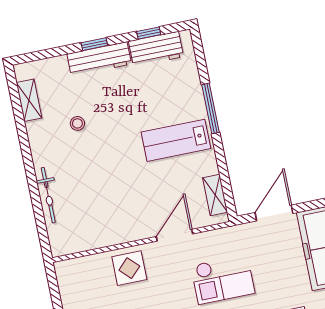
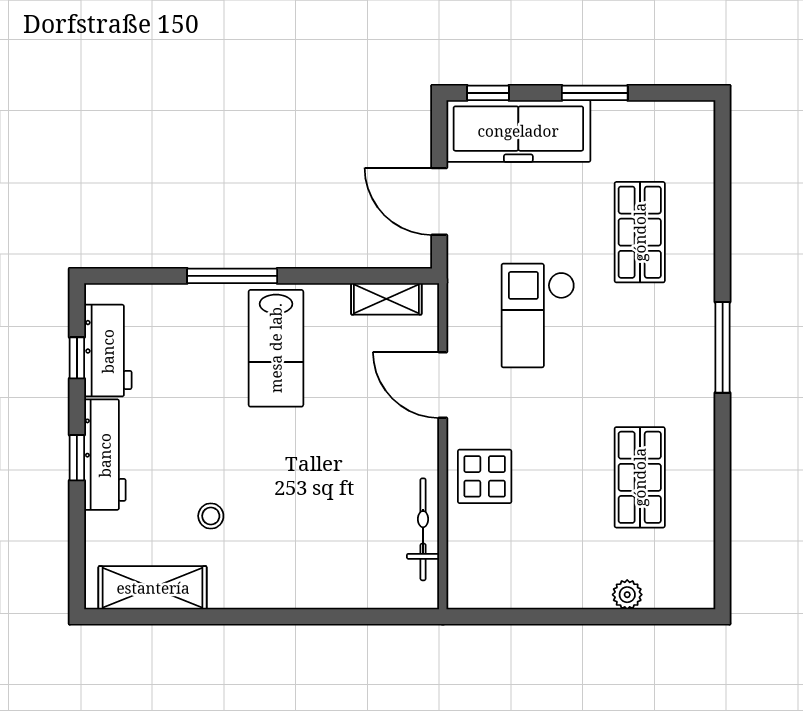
shelving: (29, 100) -> (153, 588), width x1.50, depth x1.33
bicycle: (48, 195) -> (423, 529), moved, turned -90
checkout: (223, 279) -> (538, 316), turned 180

